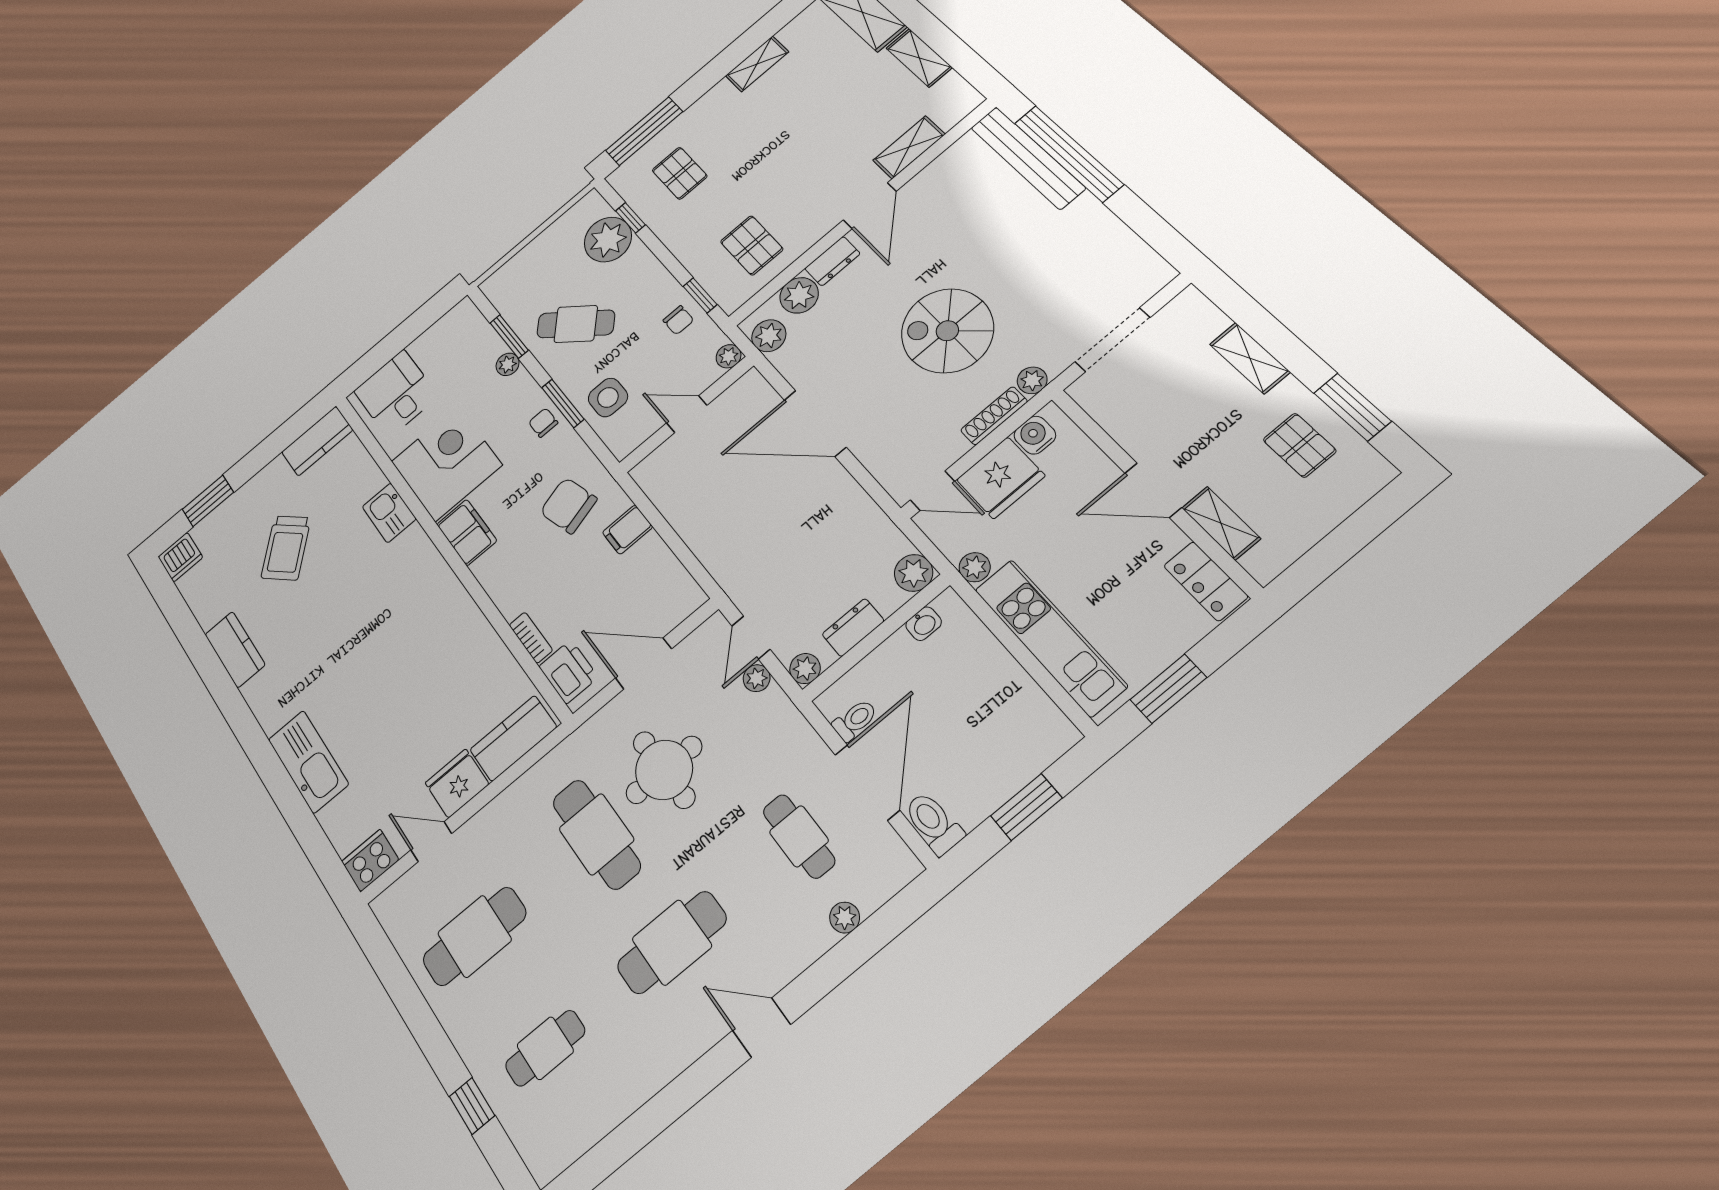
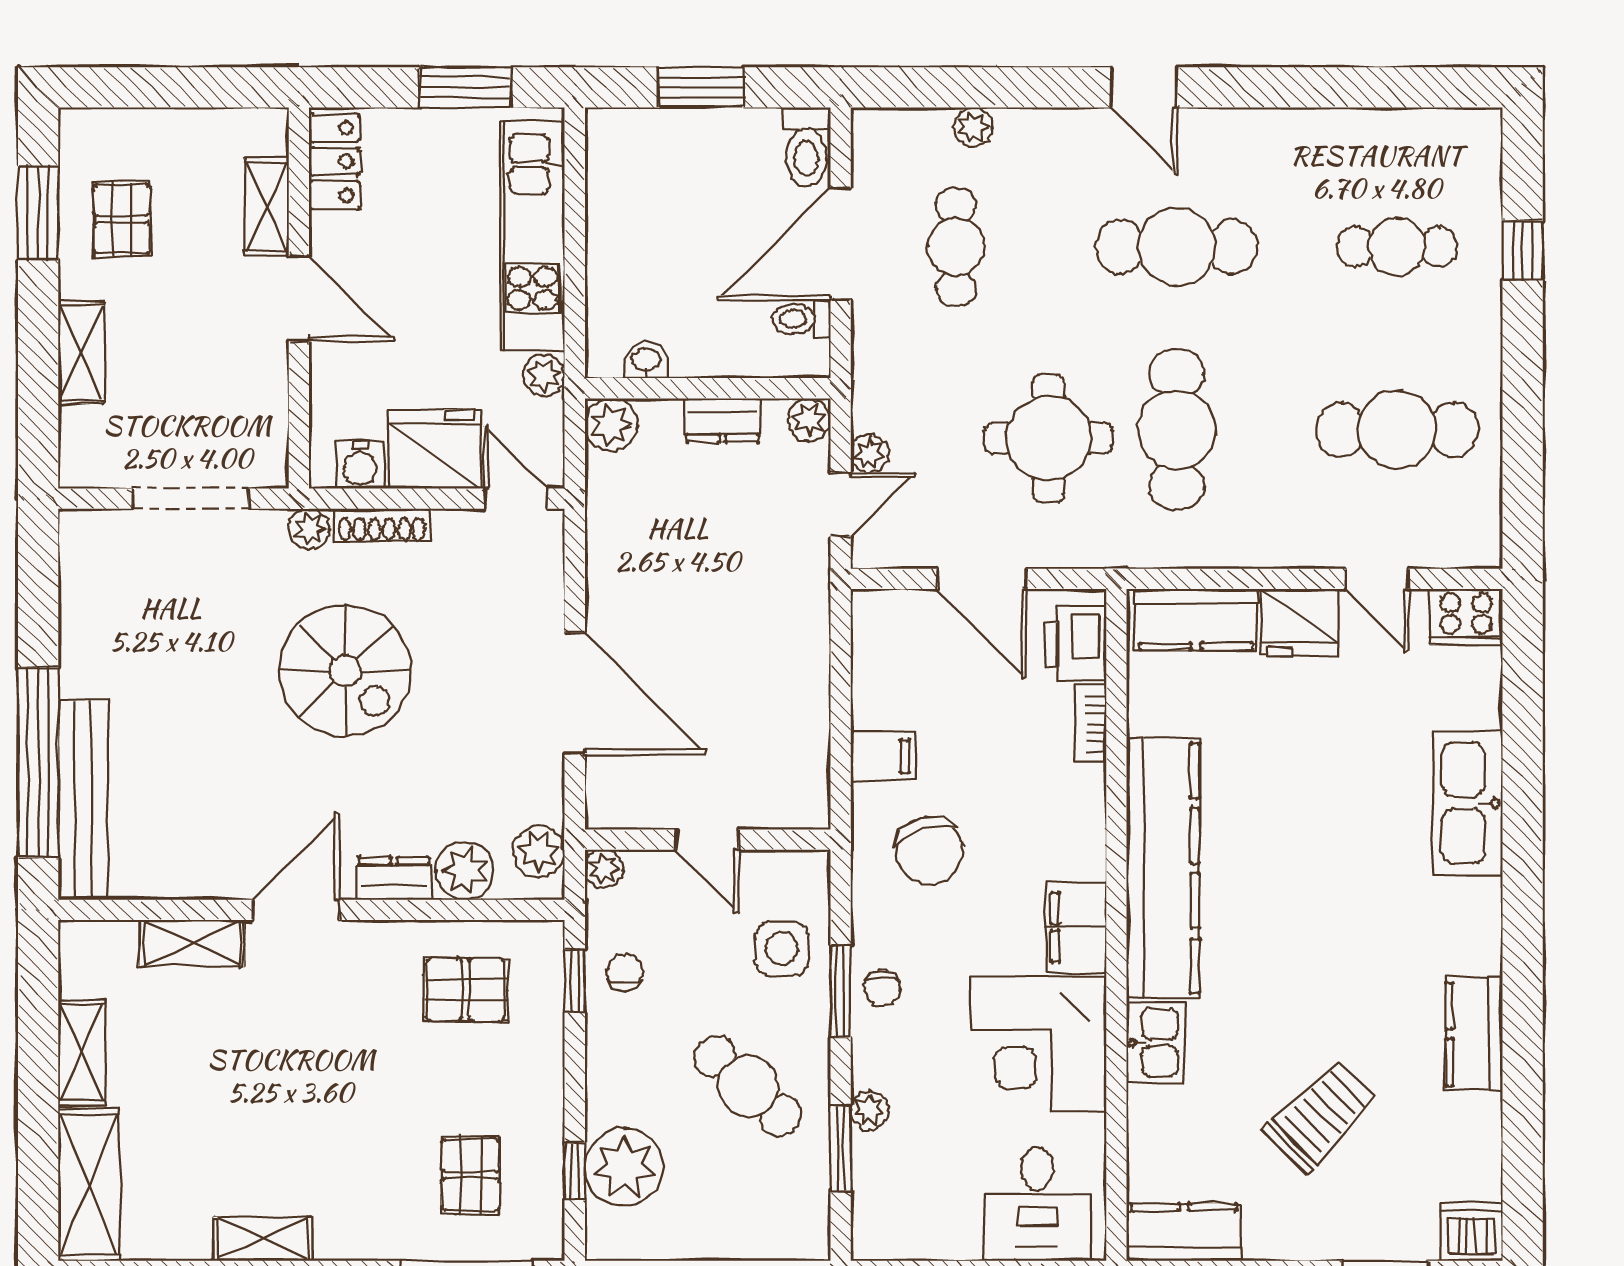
pallet: (752, 245) -> (466, 990), turned 90
kitchen counter: (443, 598) -> (1163, 868), added

